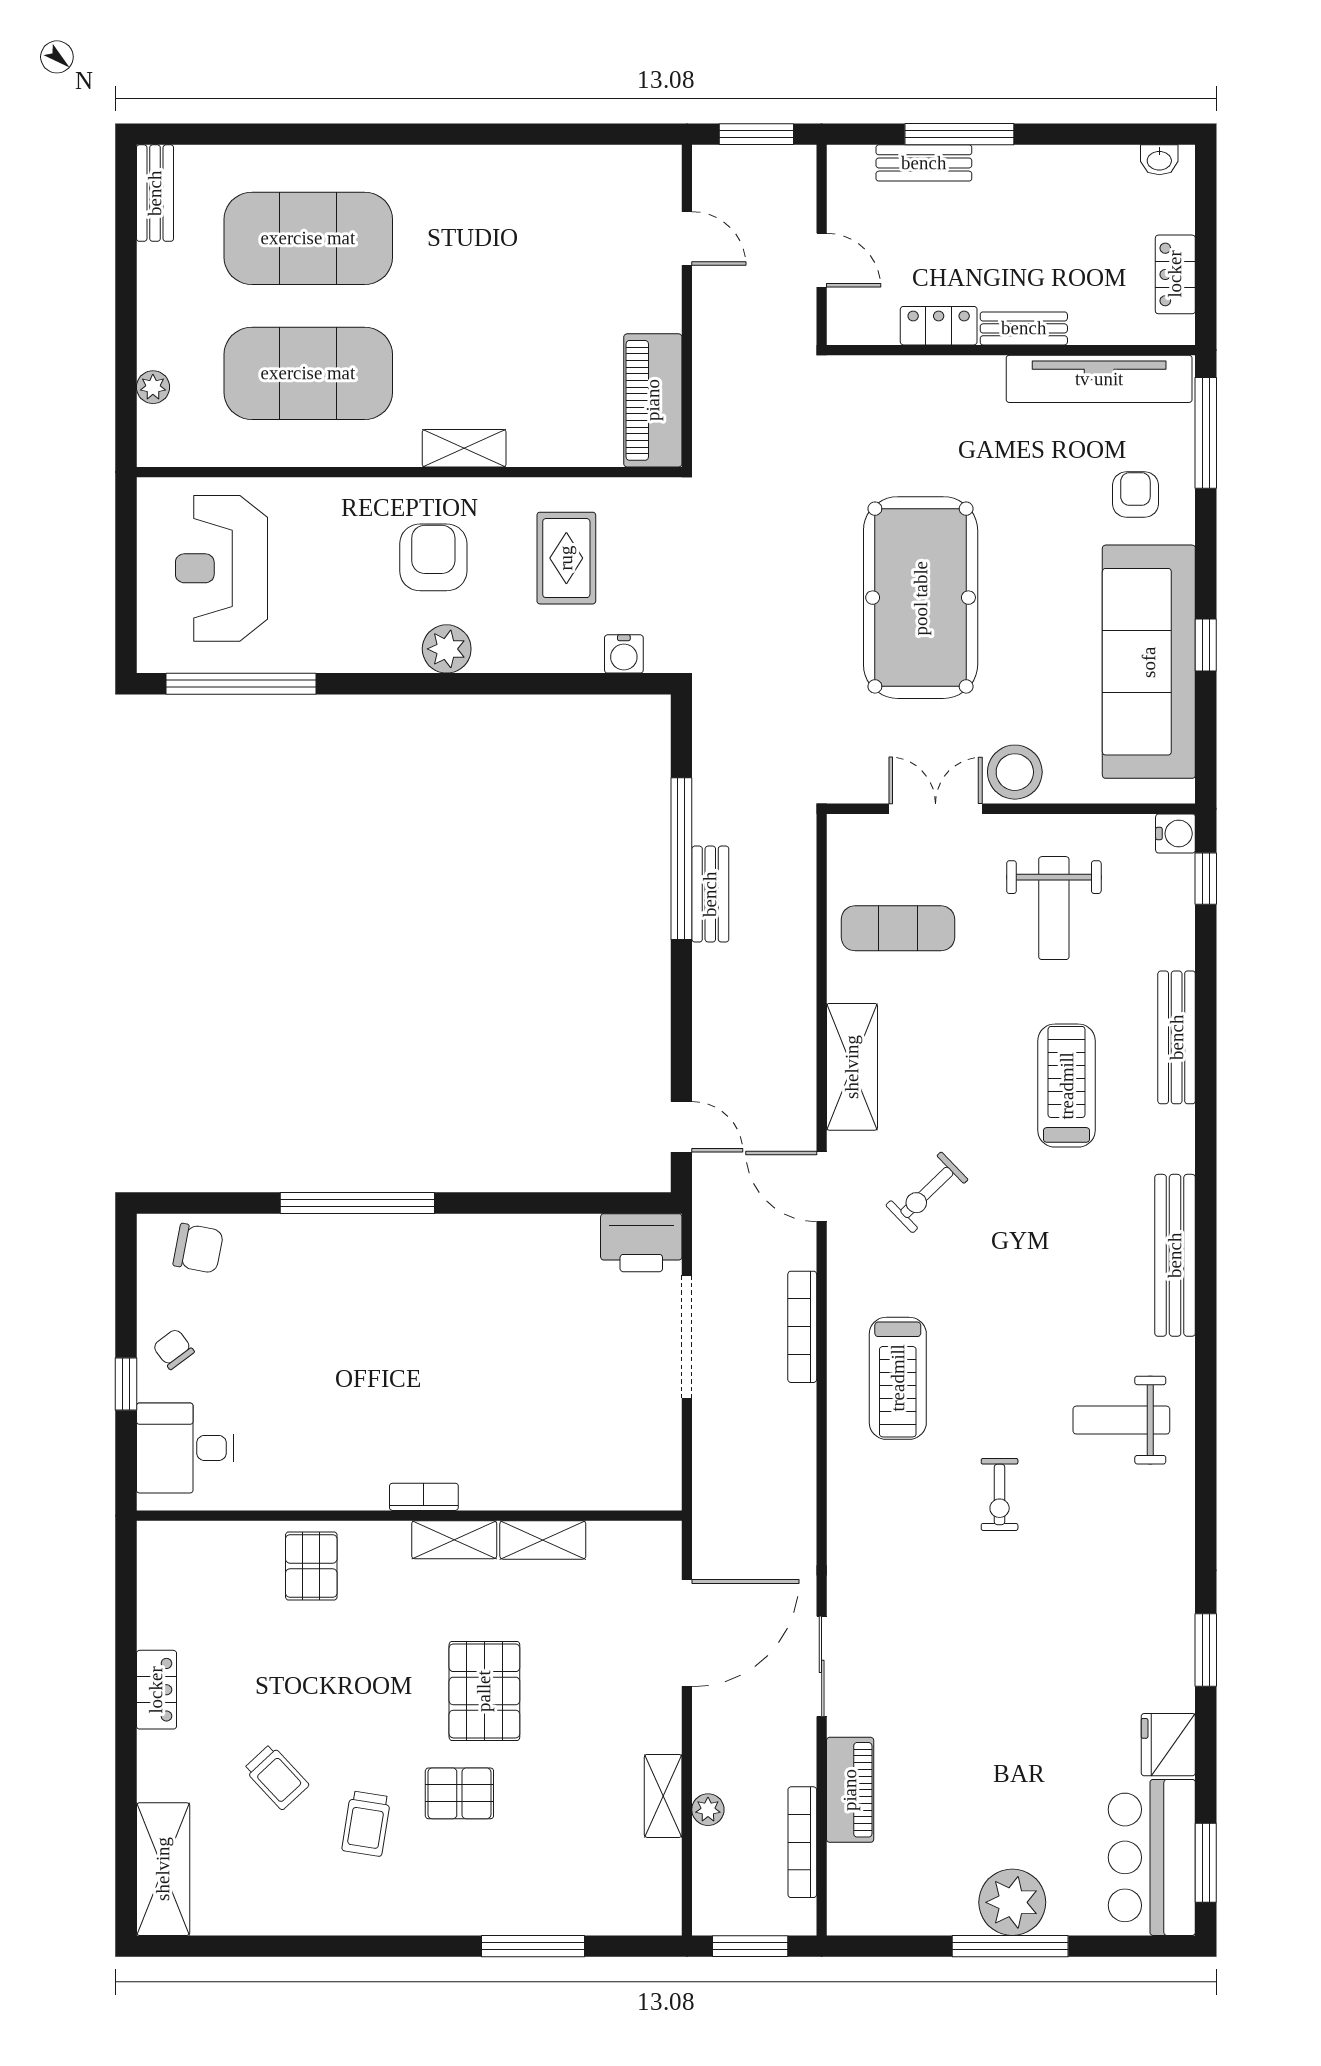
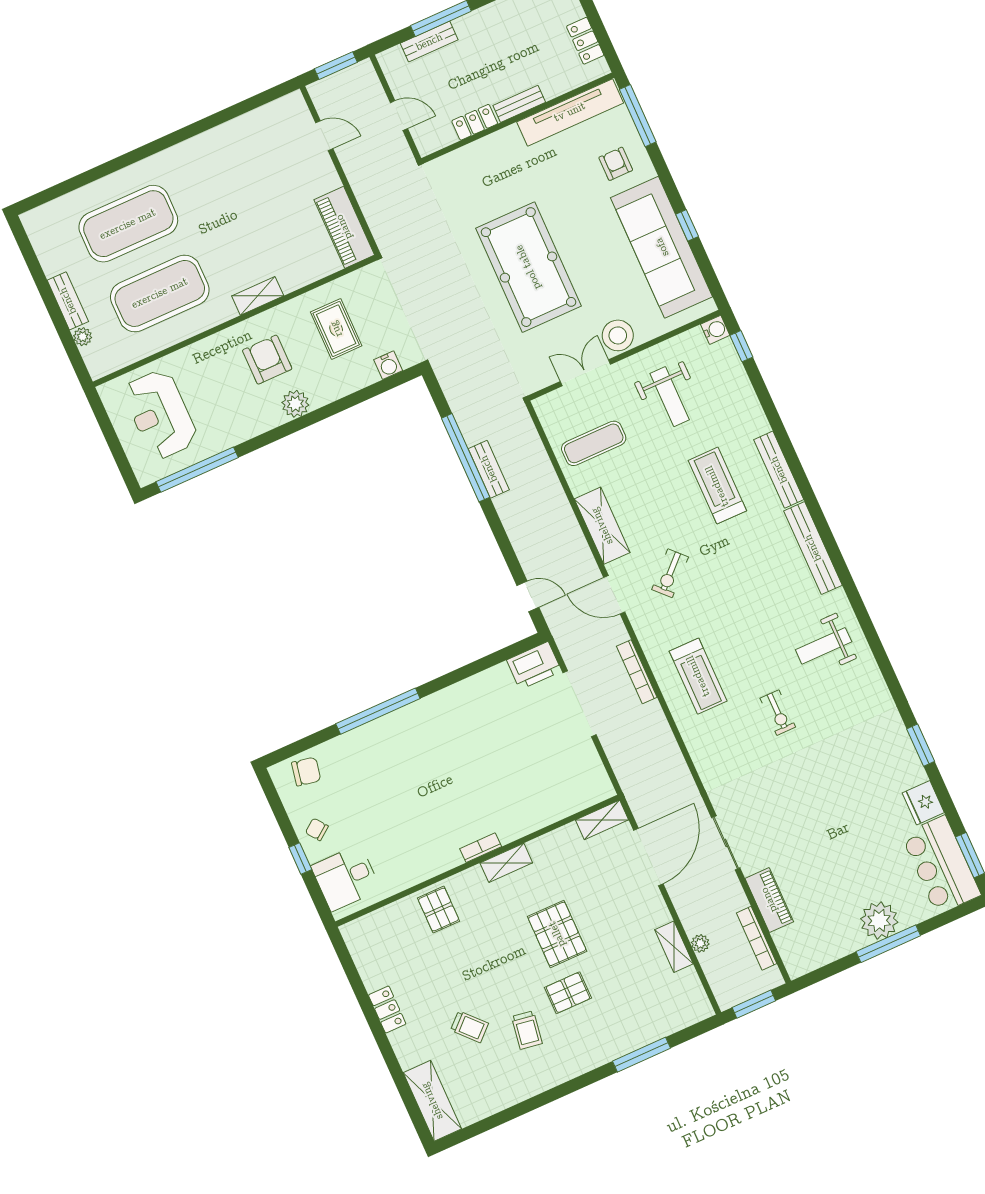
bench: (155, 193) -> (68, 301), moved
bench: (1177, 1037) -> (779, 470), moved
shelving: (543, 1540) -> (602, 820), moved

